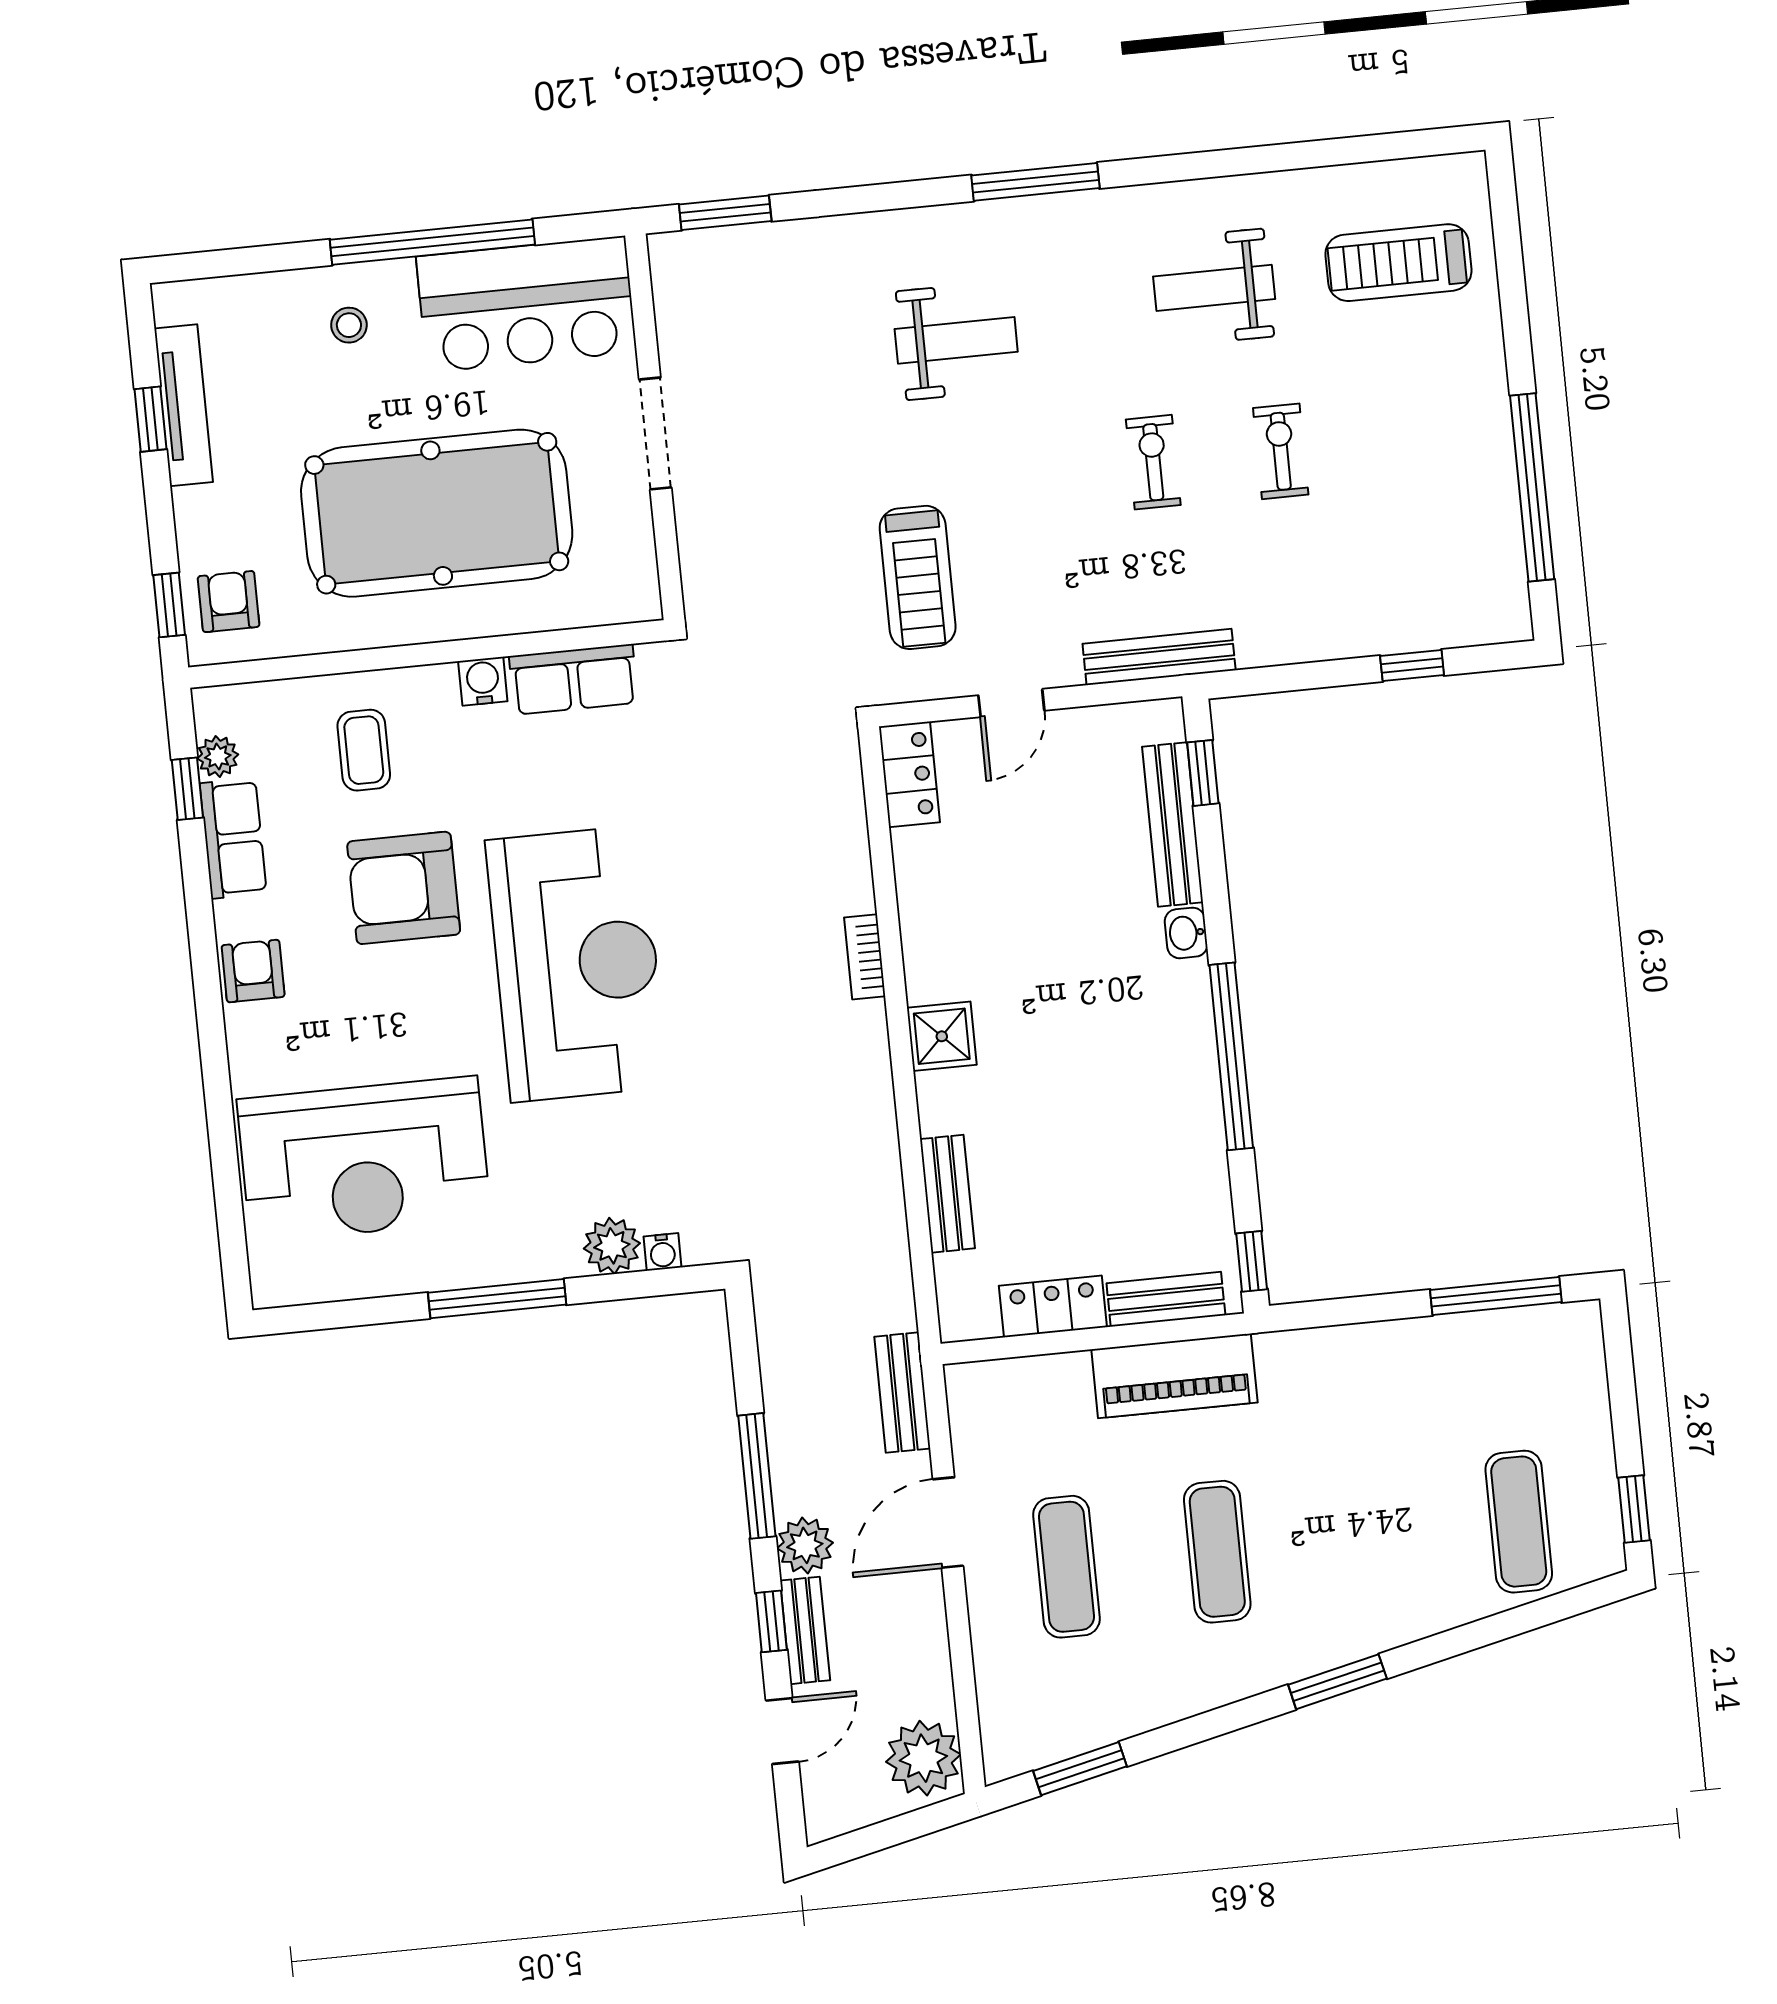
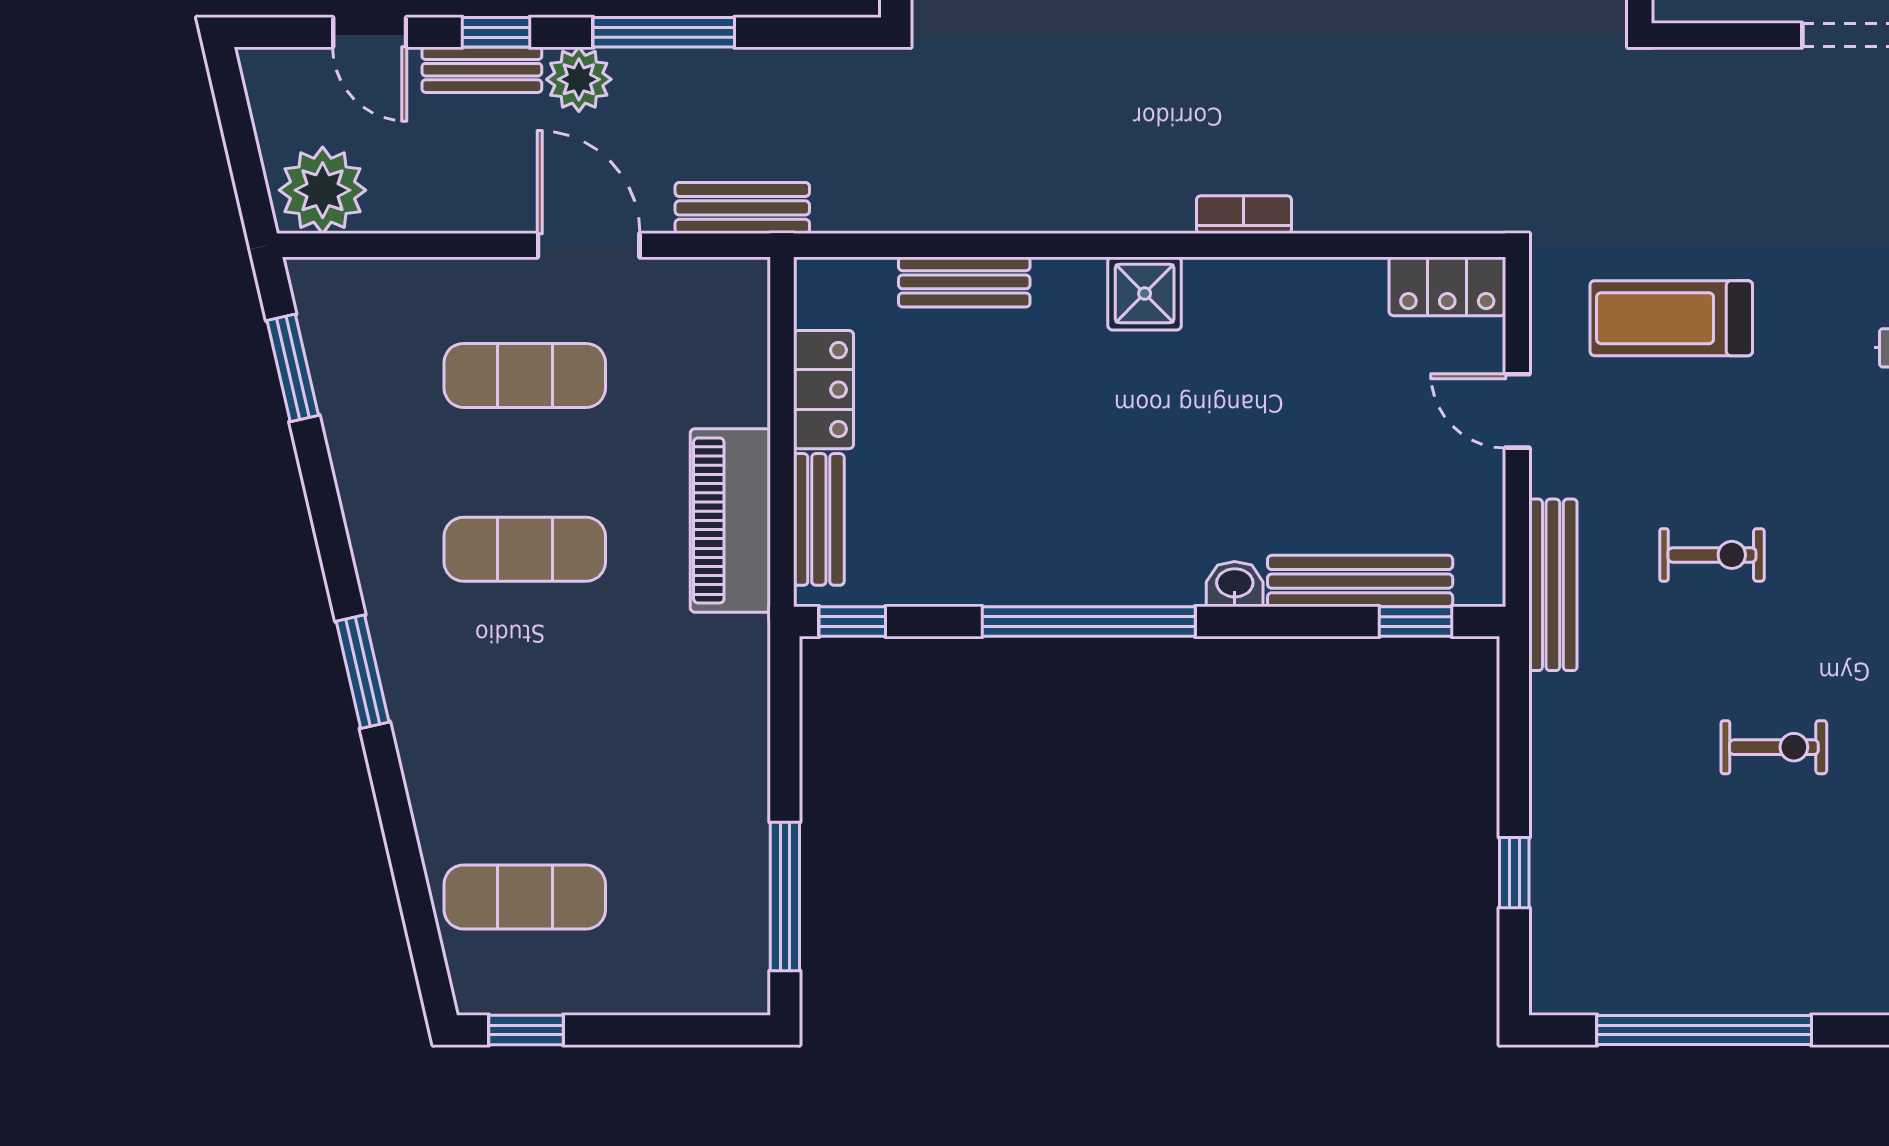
exercise bike: (1153, 462) -> (1712, 555), moved

